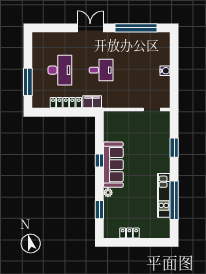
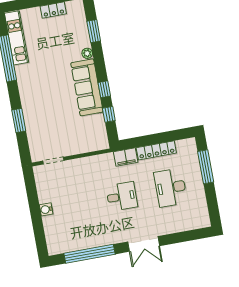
desk: (101, 70) -> (122, 196), turned 180
window: (99, 139) -> (109, 114), added
kitchen unit: (164, 195) -> (16, 38), moved

